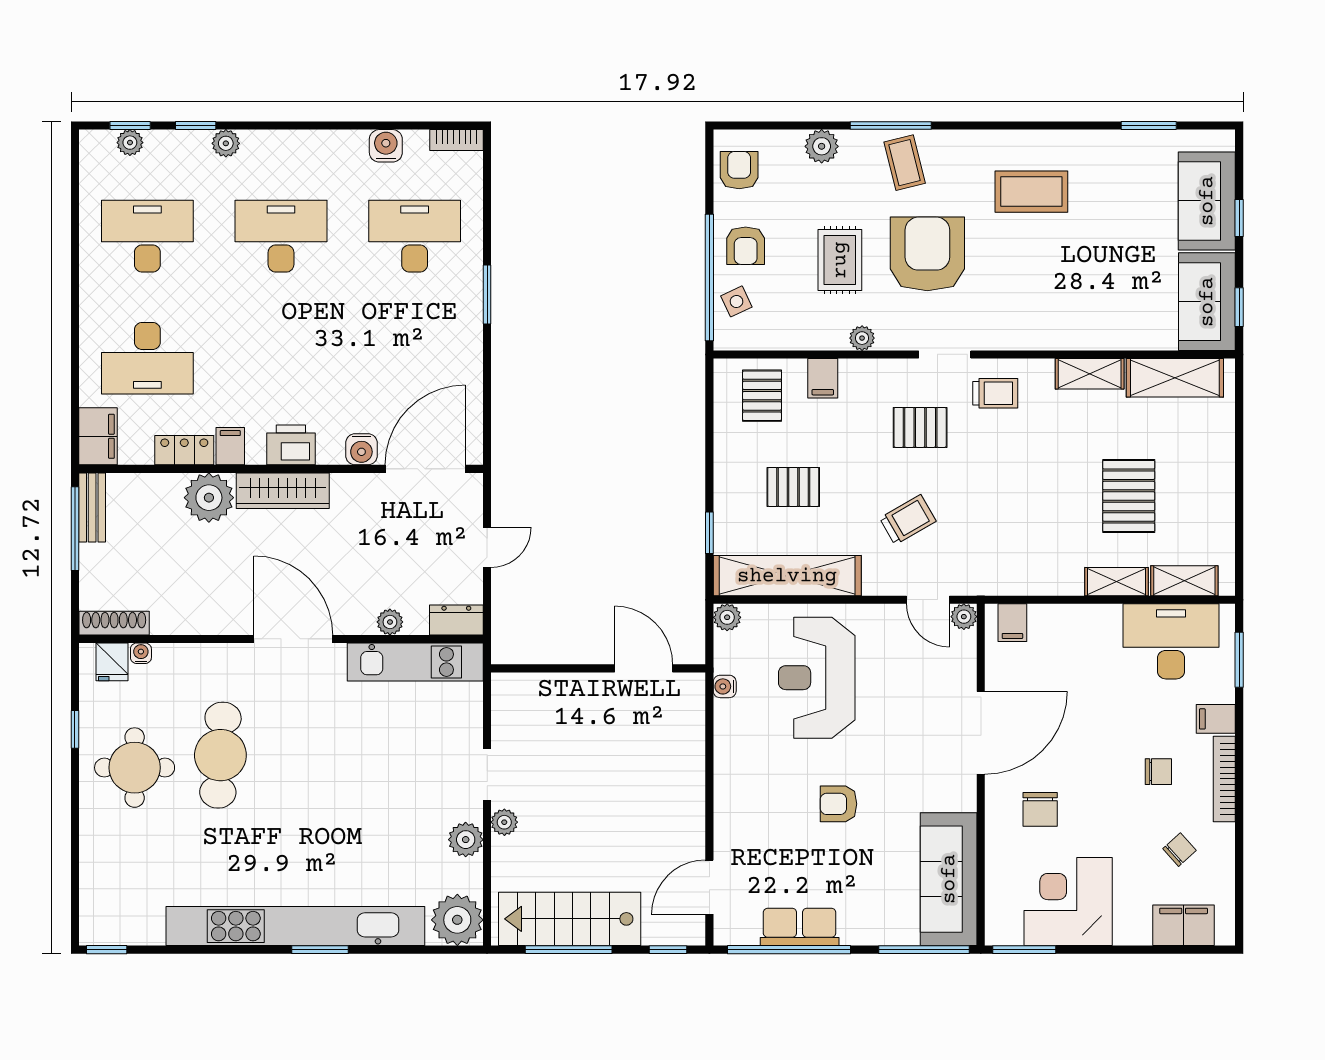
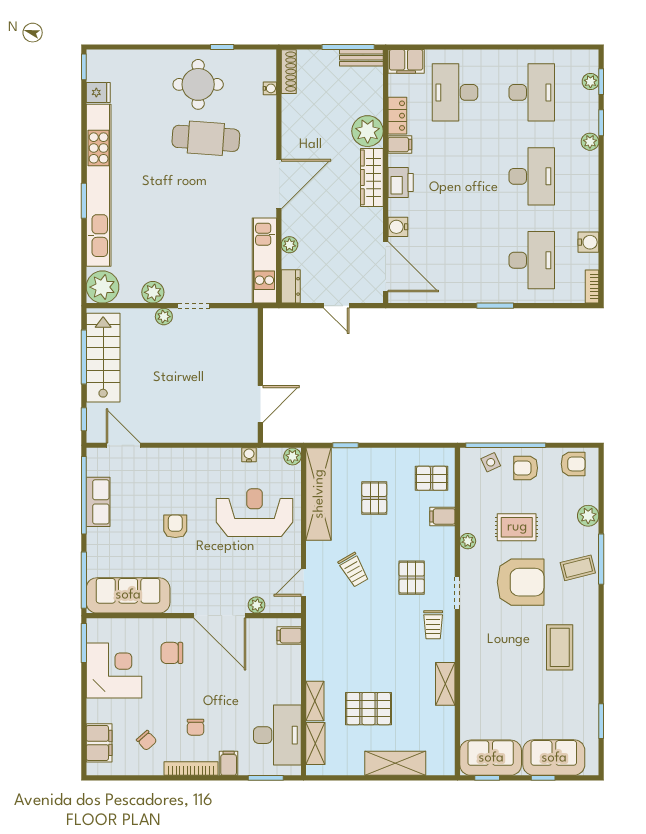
shelving: (1175, 378) -> (395, 763), moved, turned 90
plant: (964, 617) -> (257, 605), moved
fridge: (112, 662) -> (98, 92), moved, turned 180

